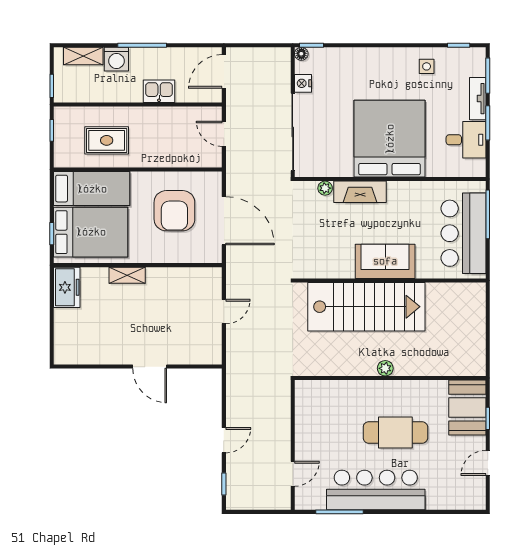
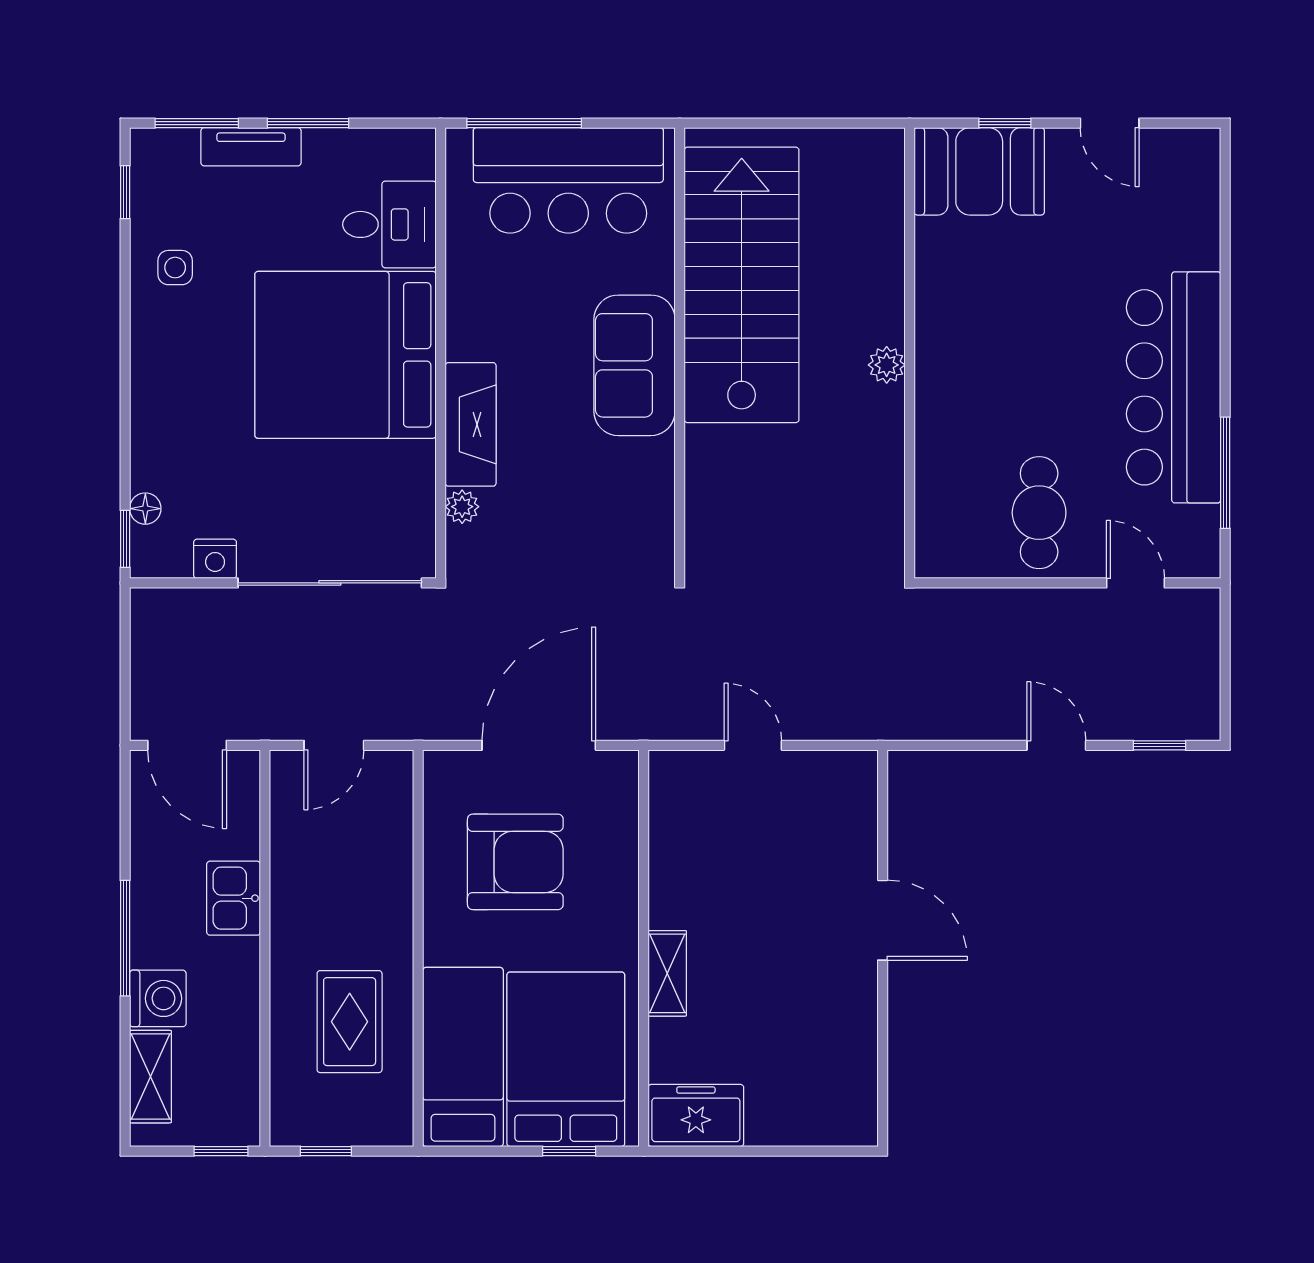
floor lamp: (301, 54) -> (145, 509), moved
desk: (466, 140) -> (389, 224), moved, turned 90
stairs: (366, 307) -> (742, 285), moved
door: (150, 367) -> (883, 920), hinge flipped
cafe table: (395, 432) -> (1039, 513), moved, width x0.73, depth x0.74

